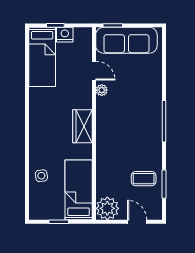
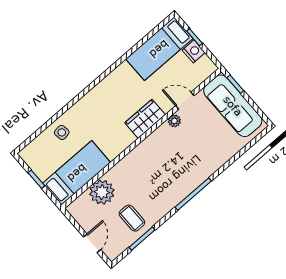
door: (94, 71) -> (185, 101), swing flipped
wardrobe: (82, 126) -> (145, 119), moved
plant: (107, 208) -> (102, 192), moved

